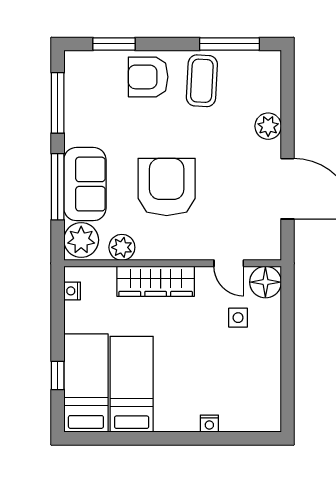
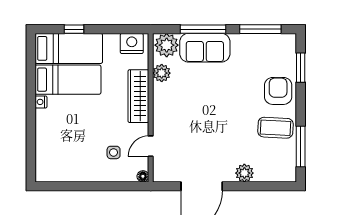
armchair: (167, 187) -> (203, 104), removed
floor lamp: (265, 282) -> (143, 176), width x0.53, depth x0.53
nightstand: (72, 291) -> (132, 43), width x1.89, depth x1.79
nightstand: (209, 424) -> (41, 102), moved

